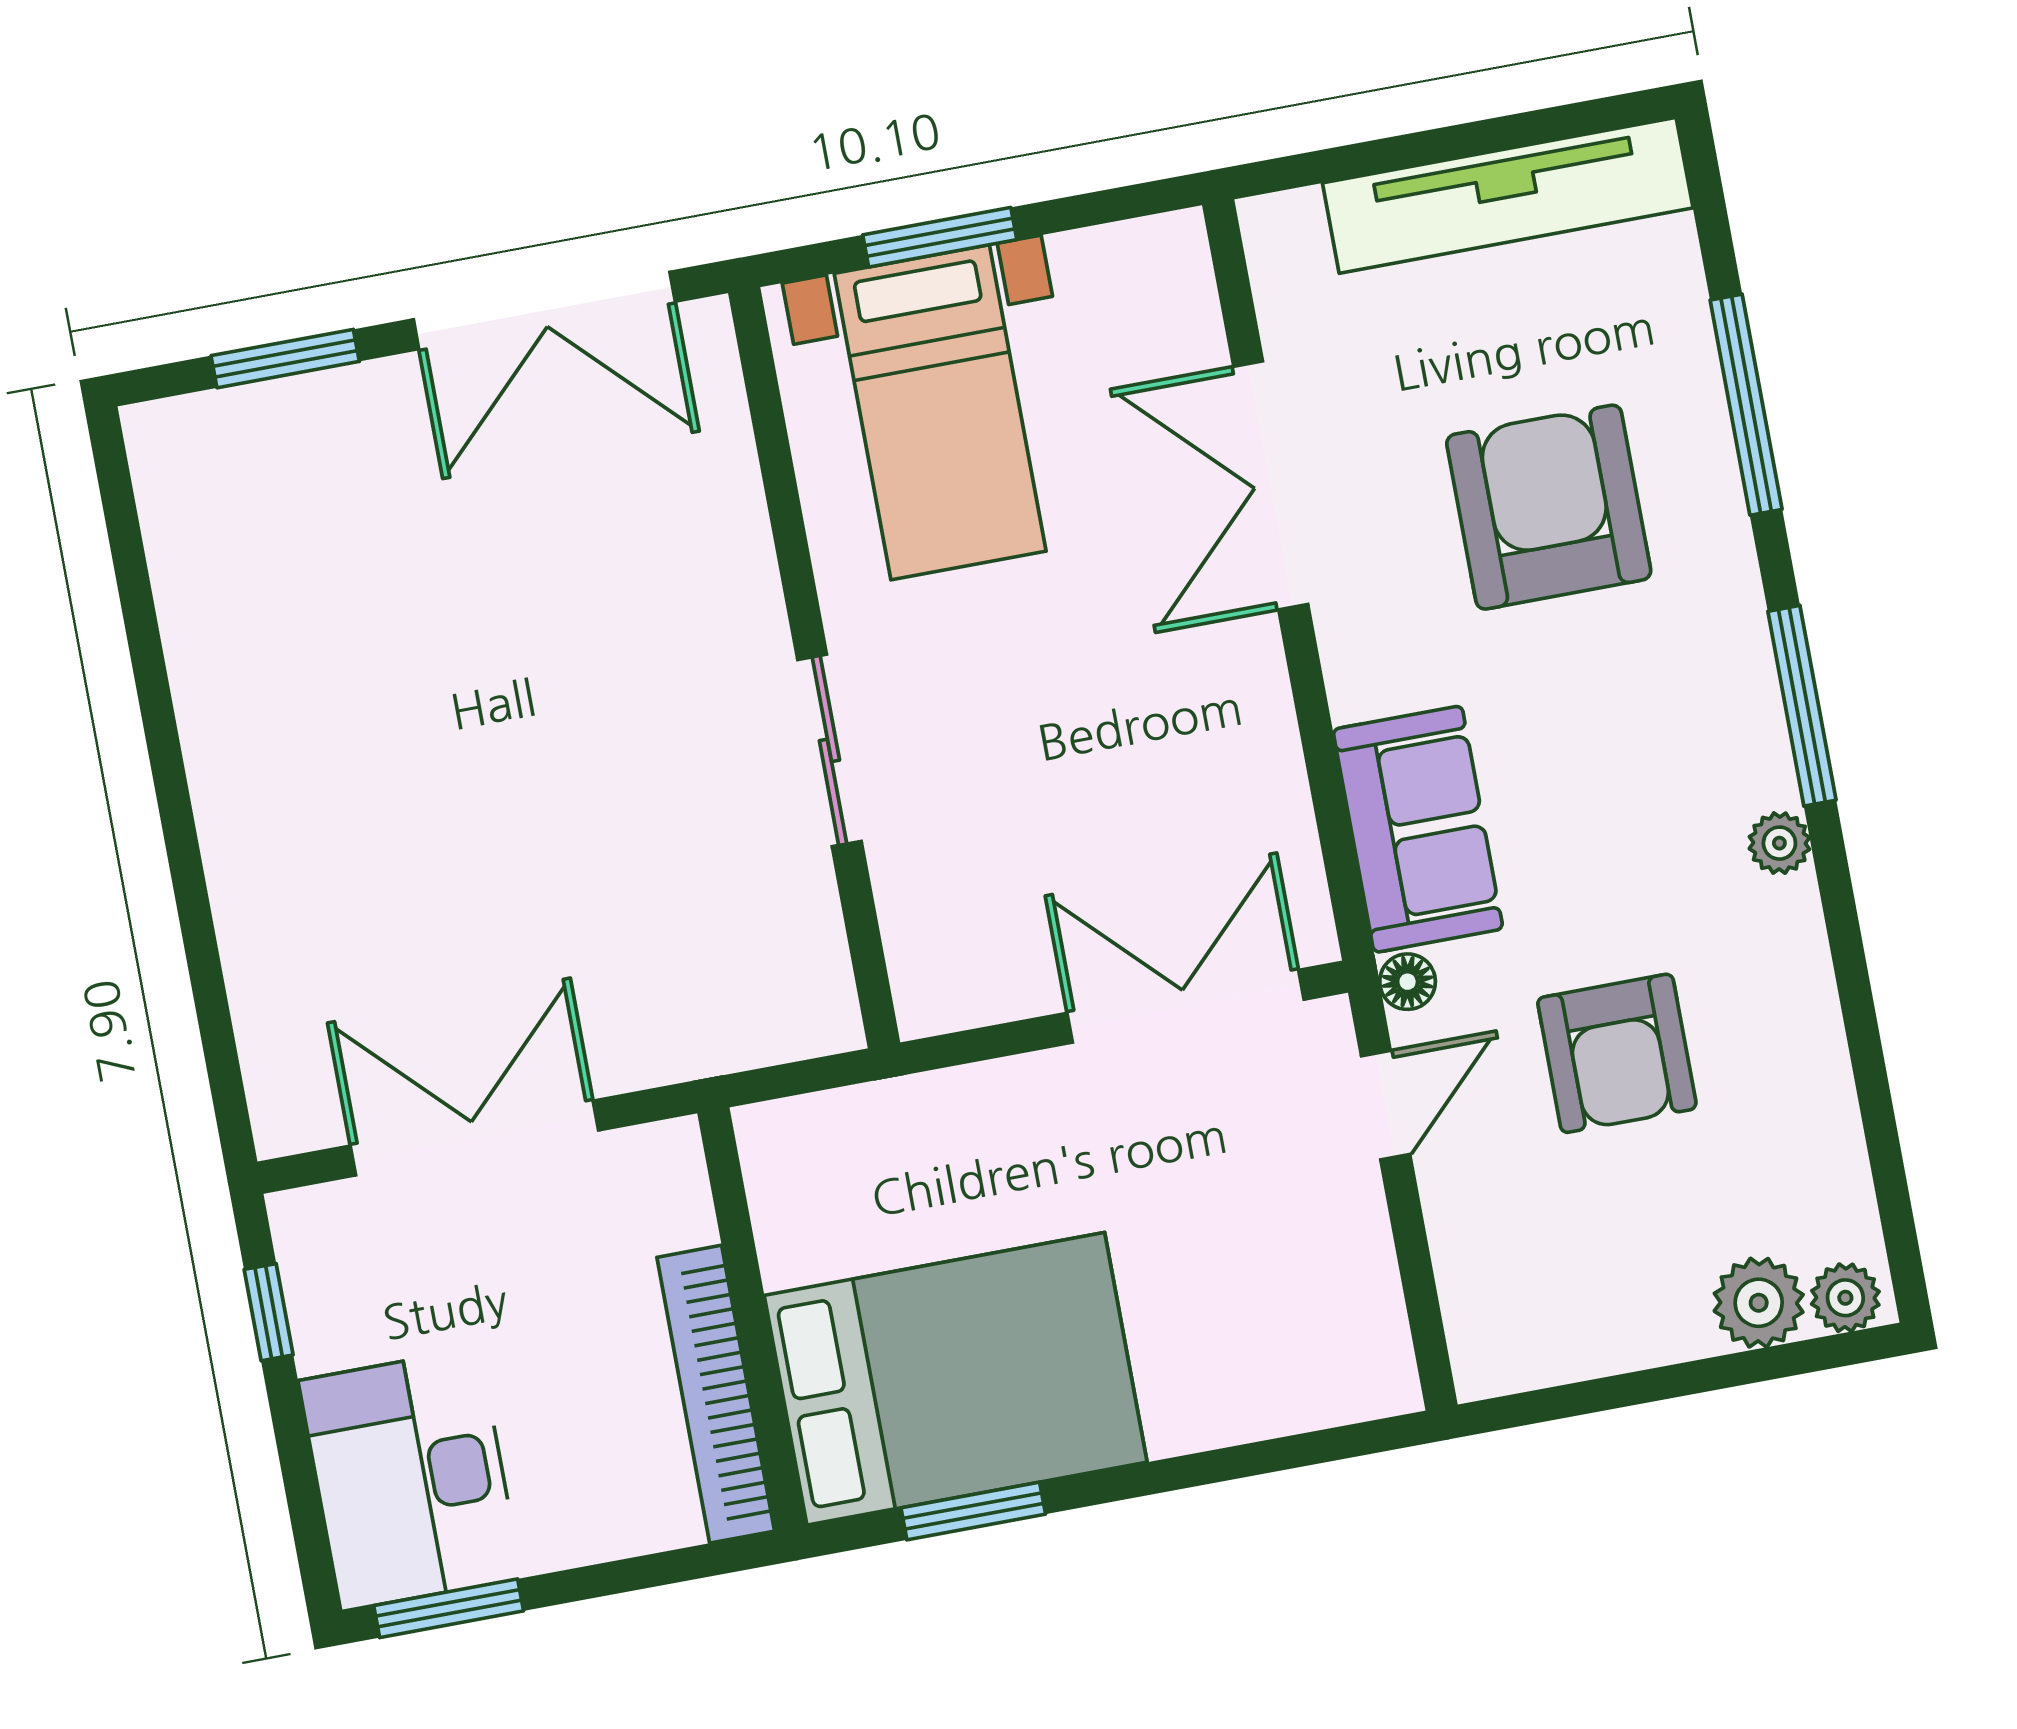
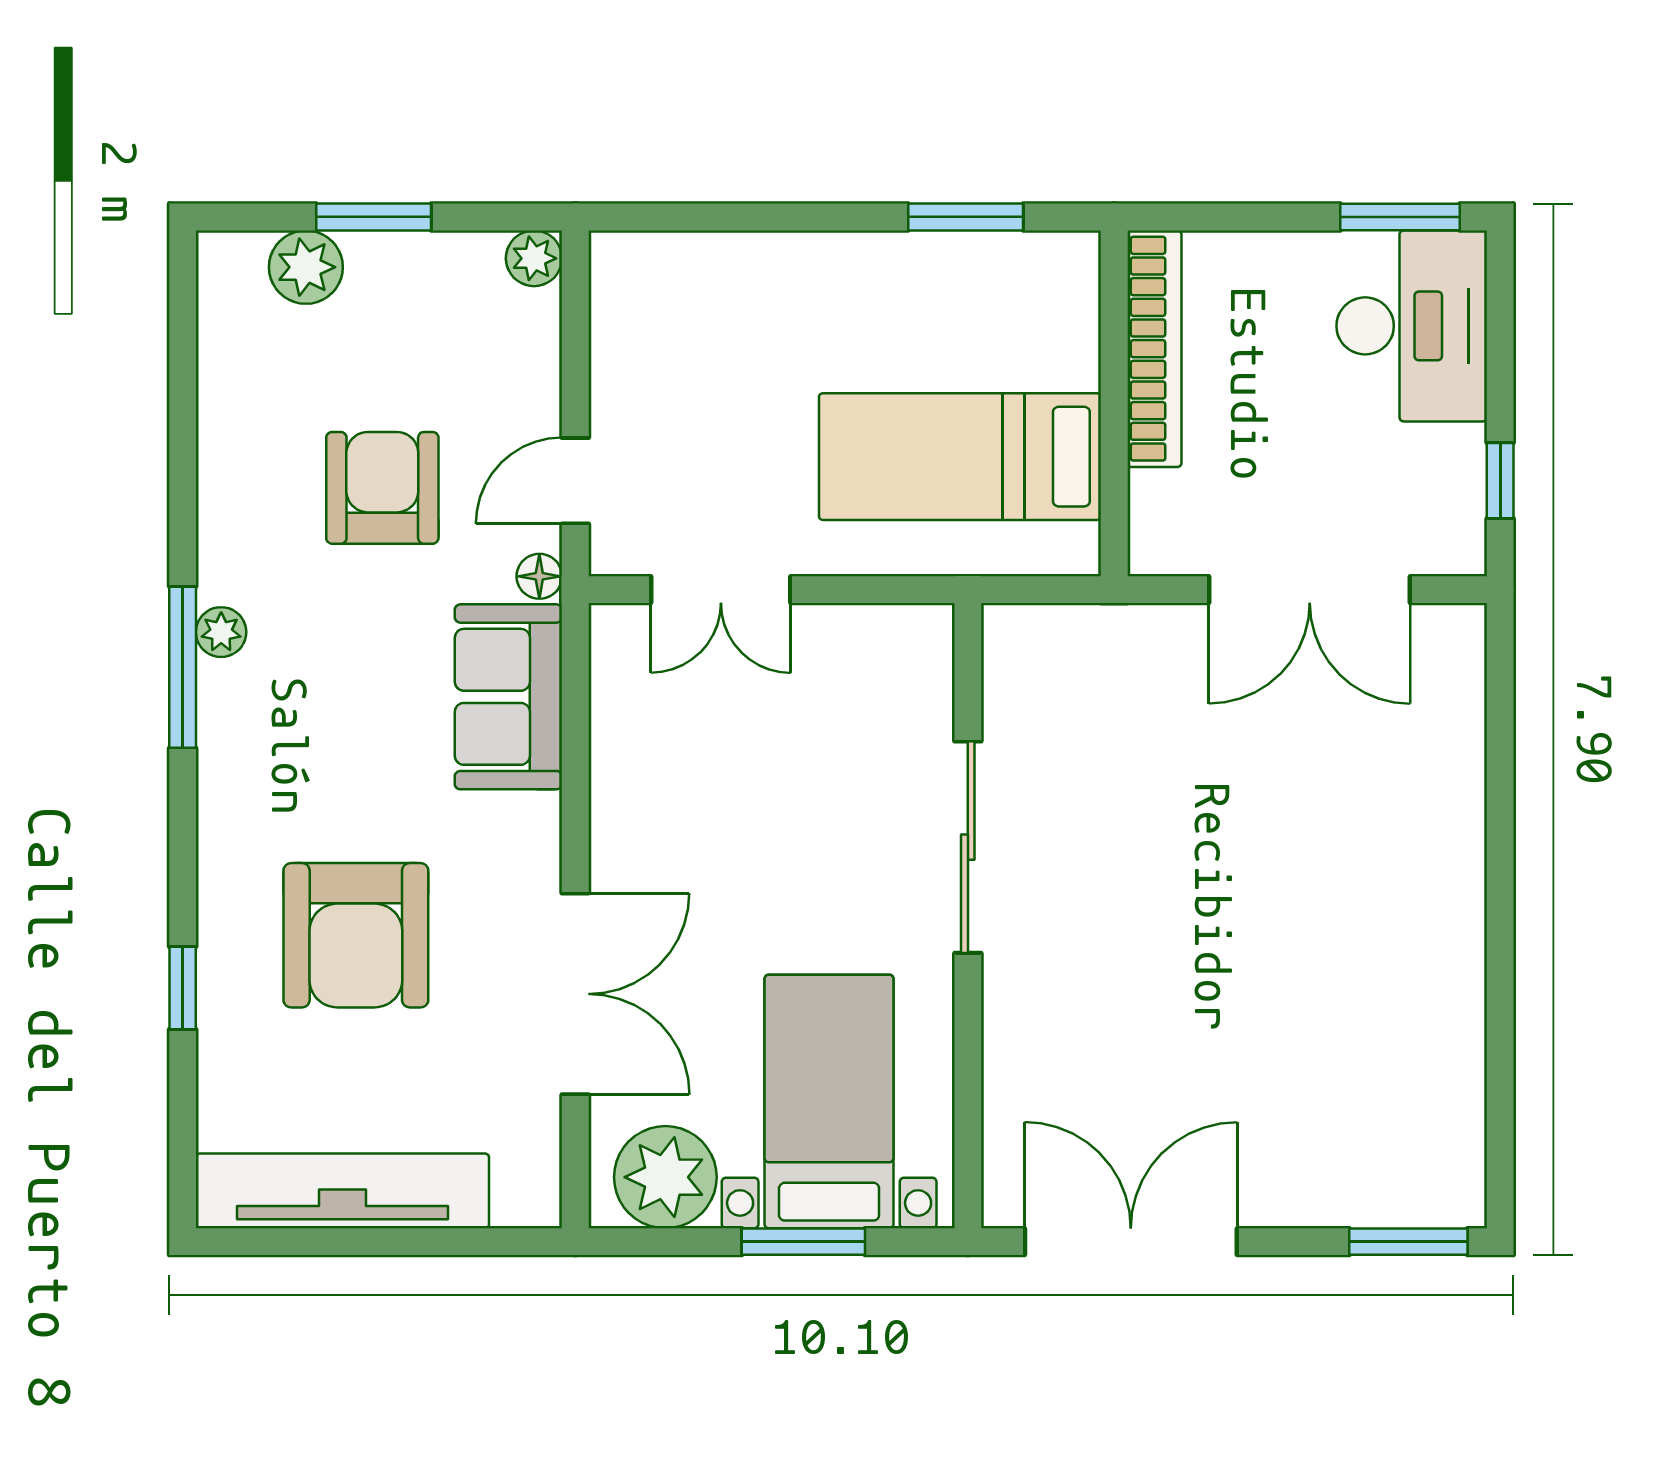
plant: (1121, 284) -> (665, 1177), added
window: (285, 359) -> (1408, 1242), moved
window: (1746, 405) -> (183, 988), width x0.46
window: (1802, 706) -> (183, 667), moved
sliding door: (829, 750) -> (968, 847), width x1.37
double door: (1185, 1006) -> (721, 590), width x0.73
plant: (1845, 1298) -> (534, 258), moved
bed: (956, 1379) -> (960, 457), moved, width x0.67
window: (1688, 1379) -> (374, 217), added

